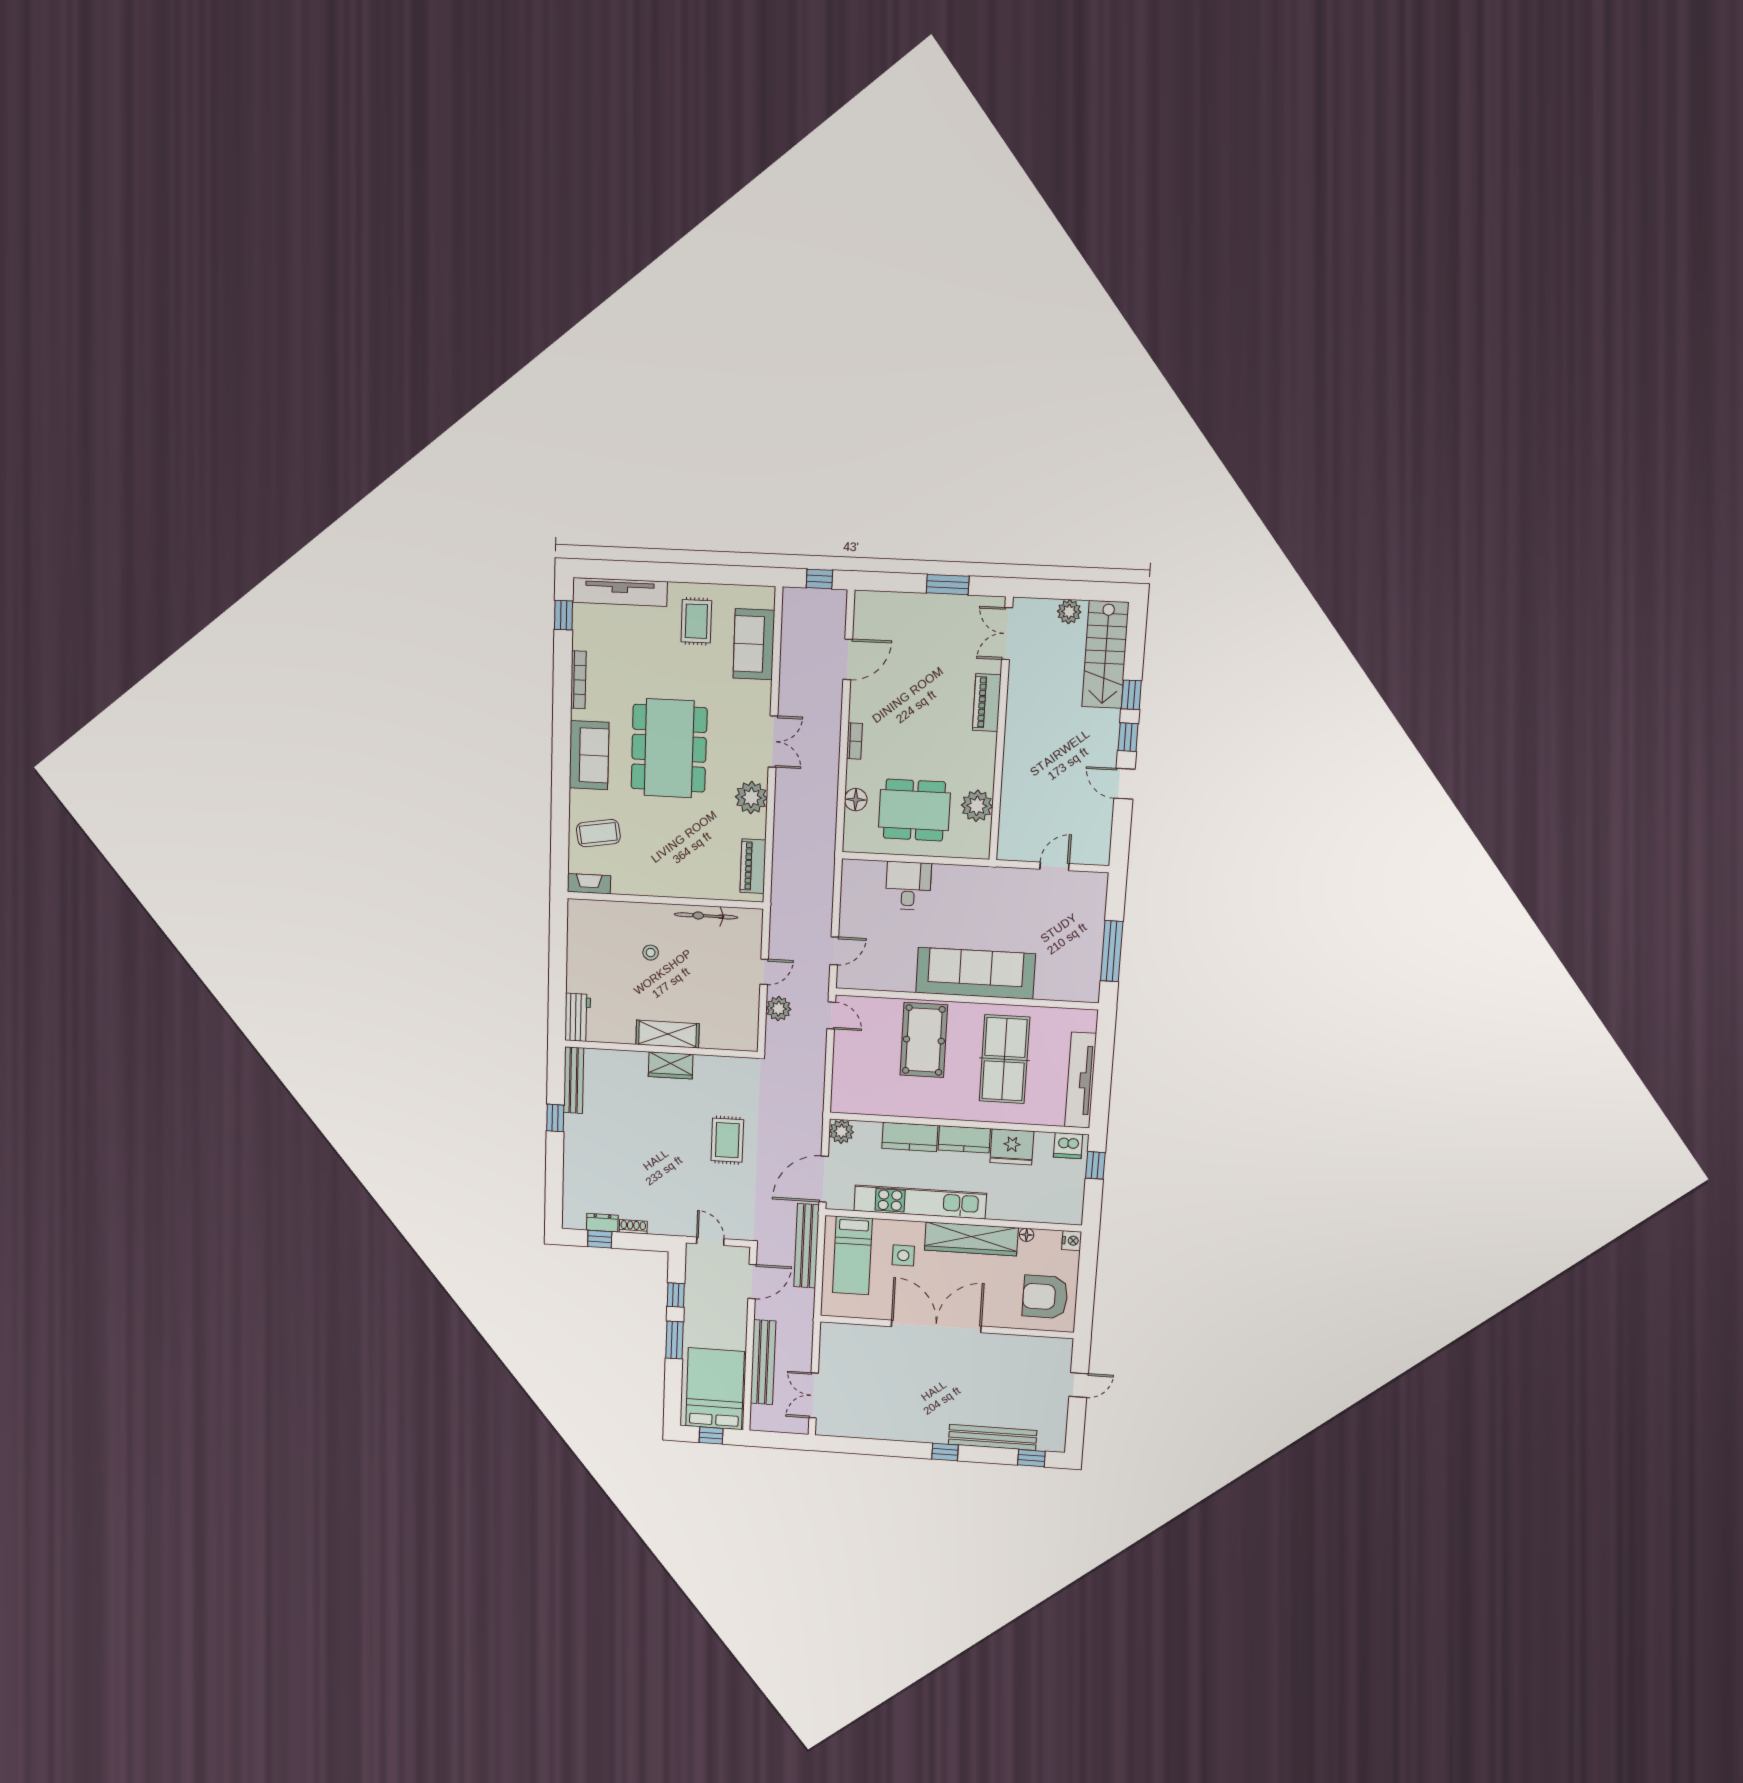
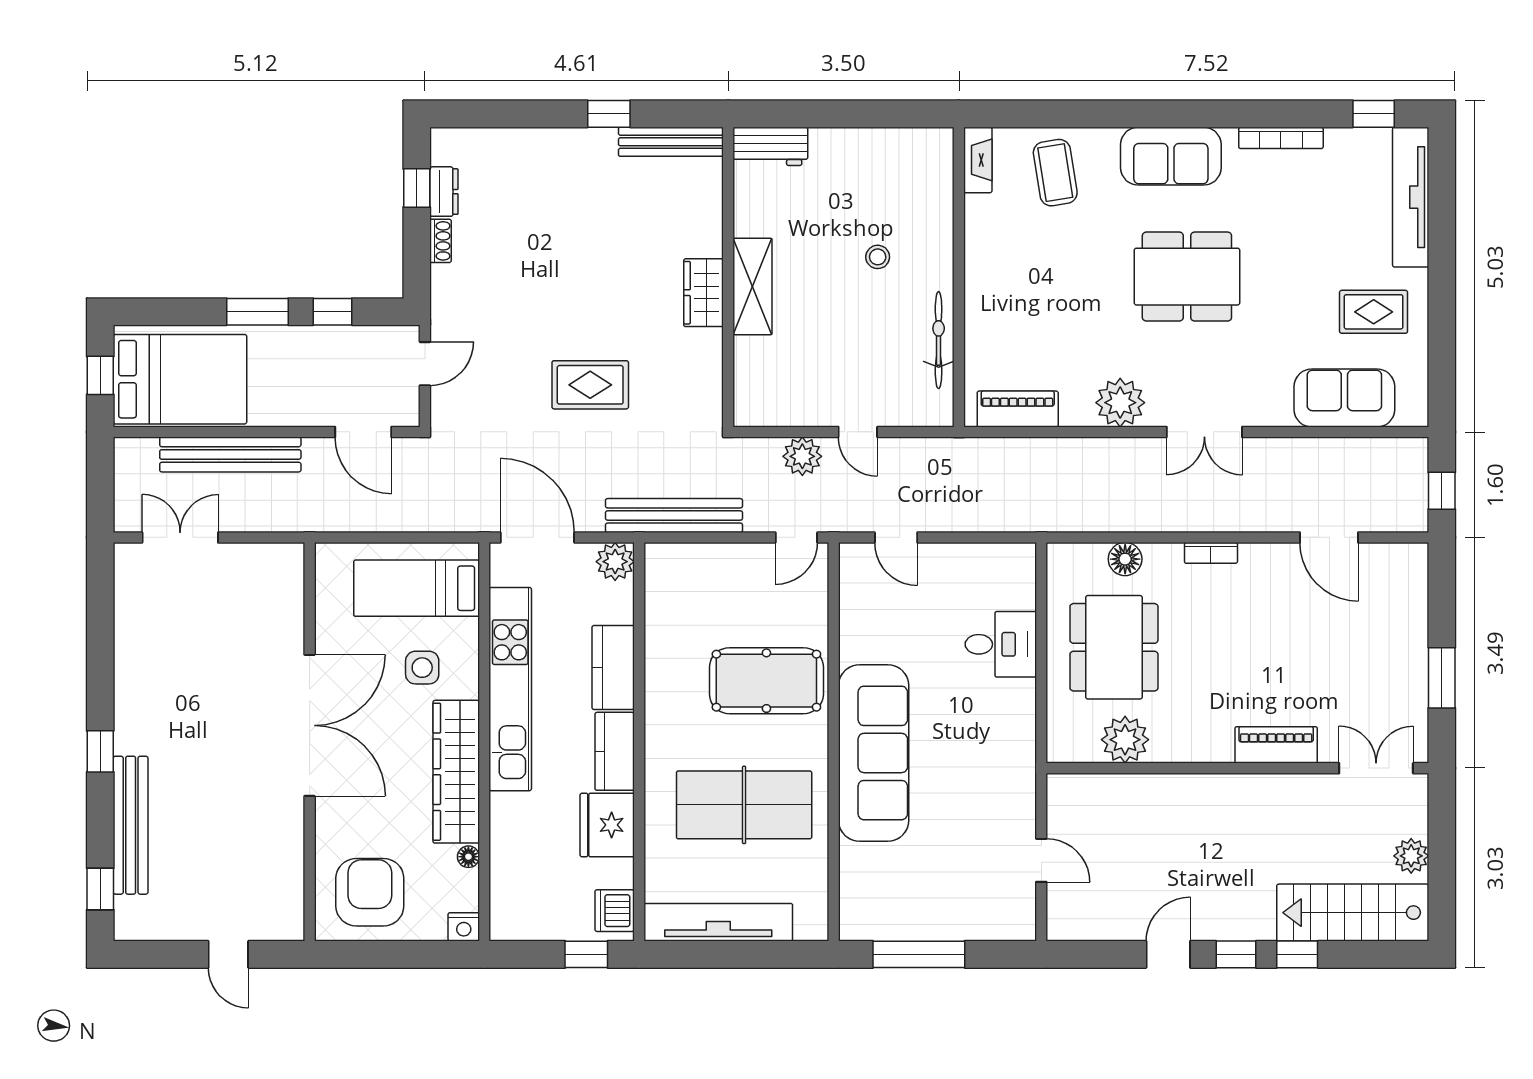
dining table: (669, 748) -> (1187, 277), width x0.73, depth x0.80
bench: (807, 1246) -> (674, 516), moved

